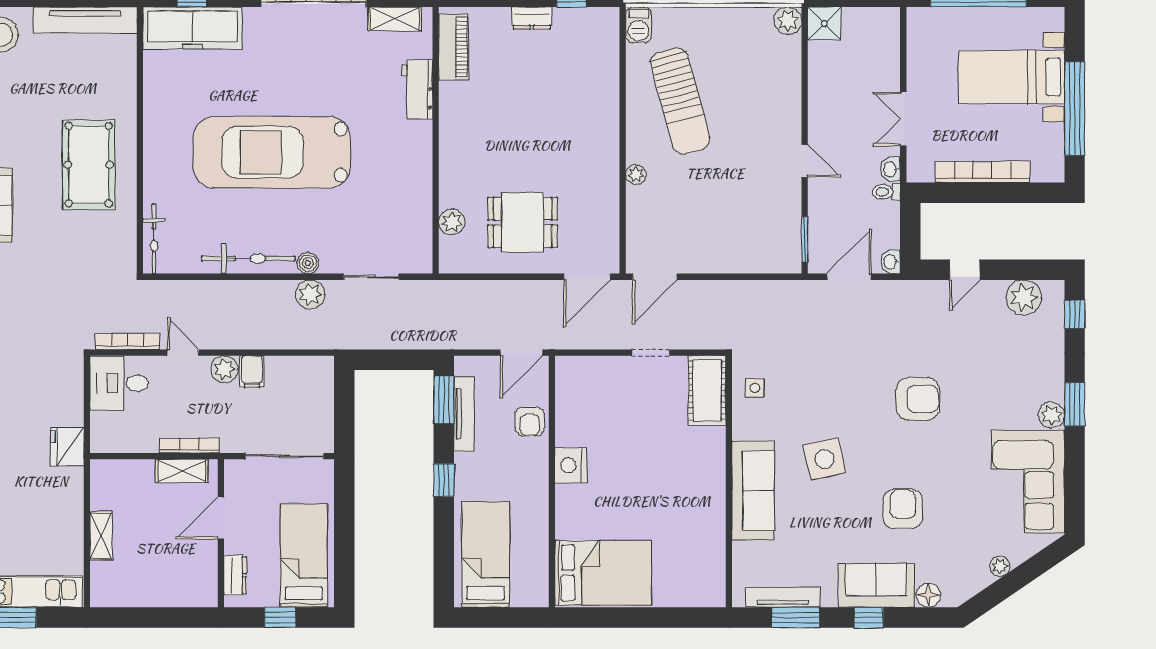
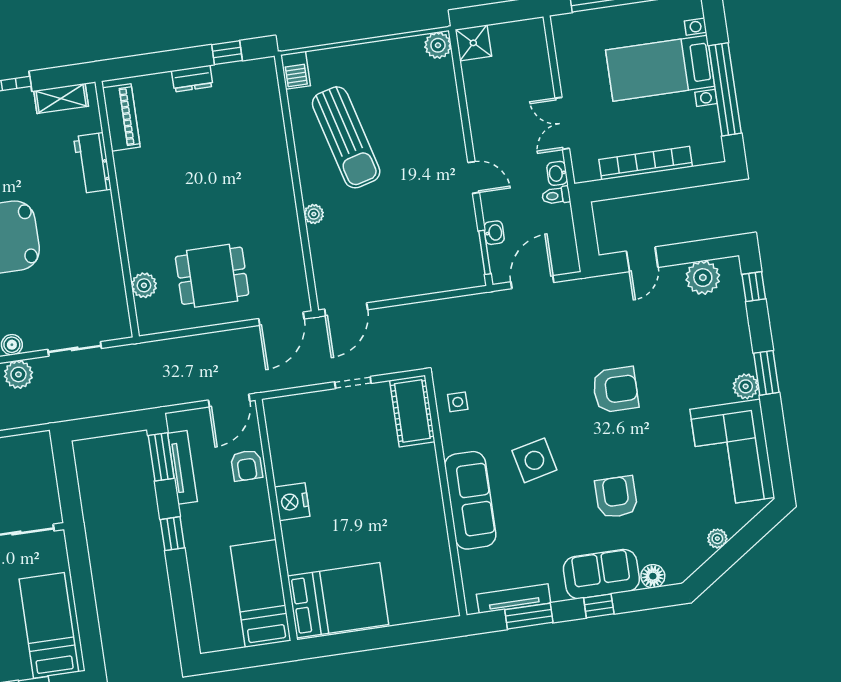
washbasin: (891, 262) -> (494, 233), moved, turned 180
bed: (486, 554) -> (261, 593), moved

